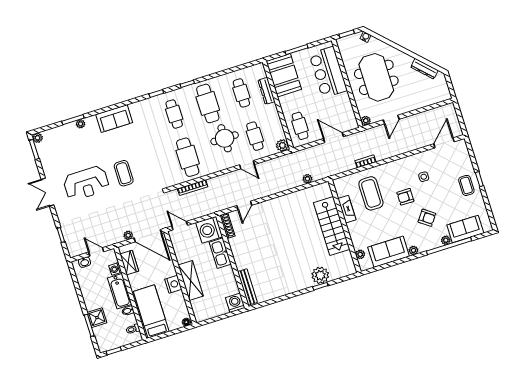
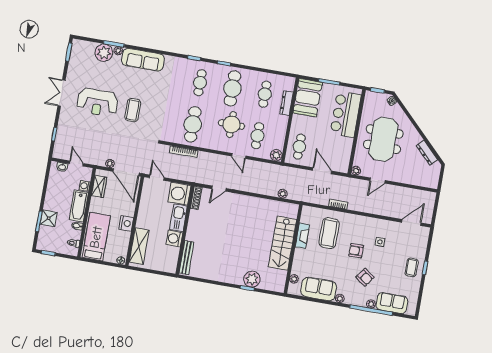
sofa: (114, 119) -> (143, 60), width x1.36
plant: (38, 138) -> (104, 53), moved, width x1.88, depth x1.88
shelving: (191, 280) -> (139, 246), moved
washing machine: (235, 303) -> (174, 239), moved, turned -90

